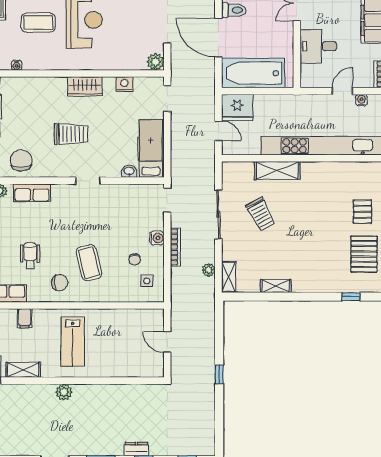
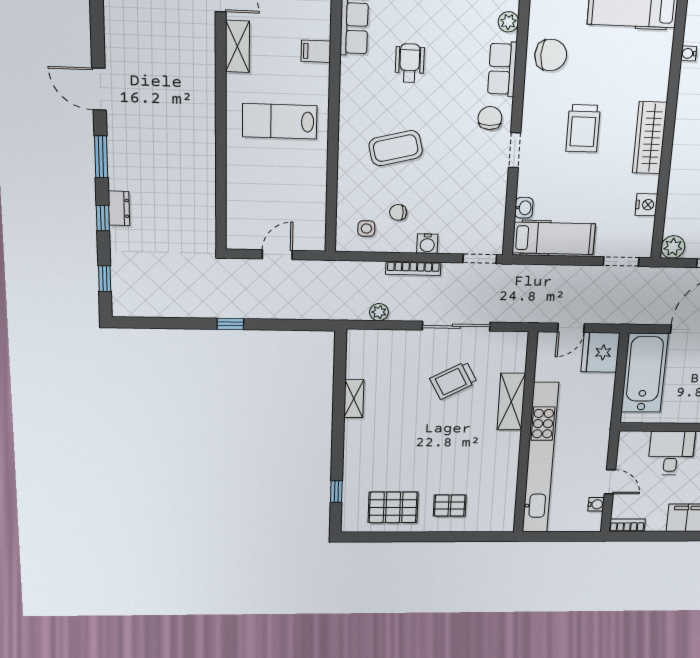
wardrobe: (85, 87) -> (650, 138), width x1.50
wheelchair: (30, 256) -> (410, 63), turned -90
shelving: (229, 277) -> (368, 338), removed
chair: (59, 283) -> (490, 118), moved, turned 180
plant: (64, 392) -> (203, 106), removed

